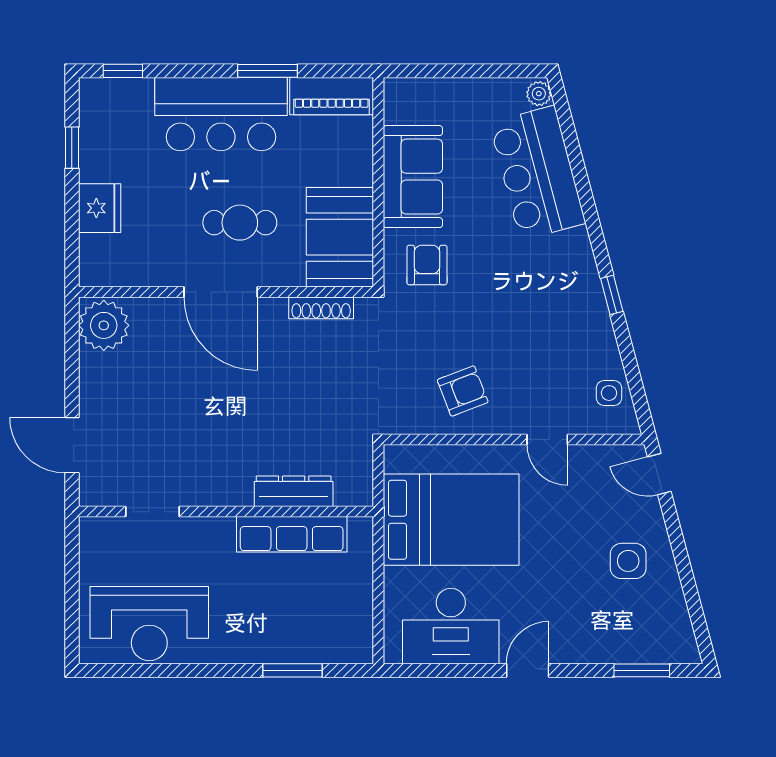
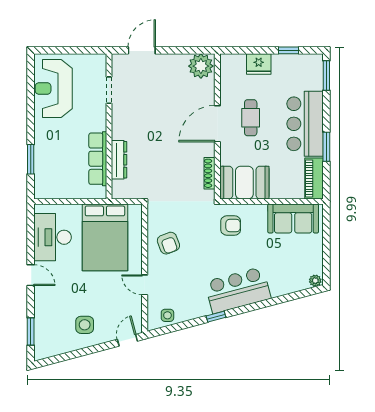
window: (123, 71) -> (326, 75), width x1.50
bar counter: (537, 173) -> (238, 290), moved
sofa: (413, 177) -> (293, 219), moved
cafe table: (240, 223) -> (251, 118), moved
door: (547, 439) -> (145, 285), hinge flipped

